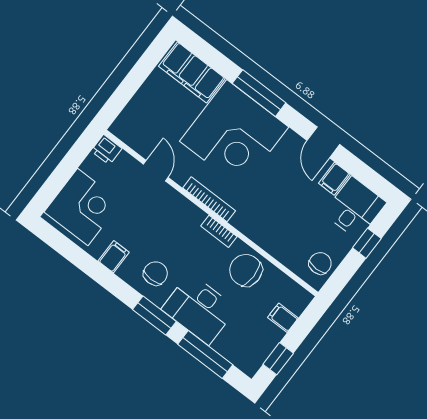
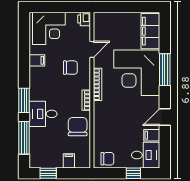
chair: (155, 273) -> (70, 68), moved
desk: (199, 309) -> (43, 114), width x0.73

